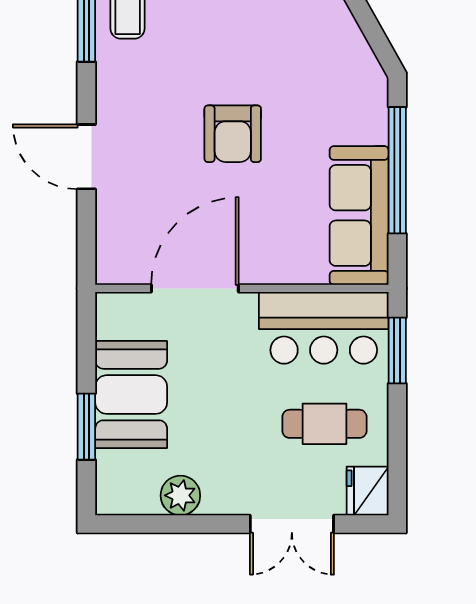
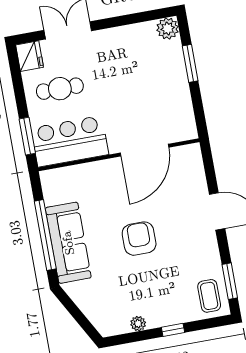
sofa: (359, 215) -> (68, 243), moved
booth: (131, 395) -> (169, 85), removed
plant: (180, 495) -> (168, 28), moved

